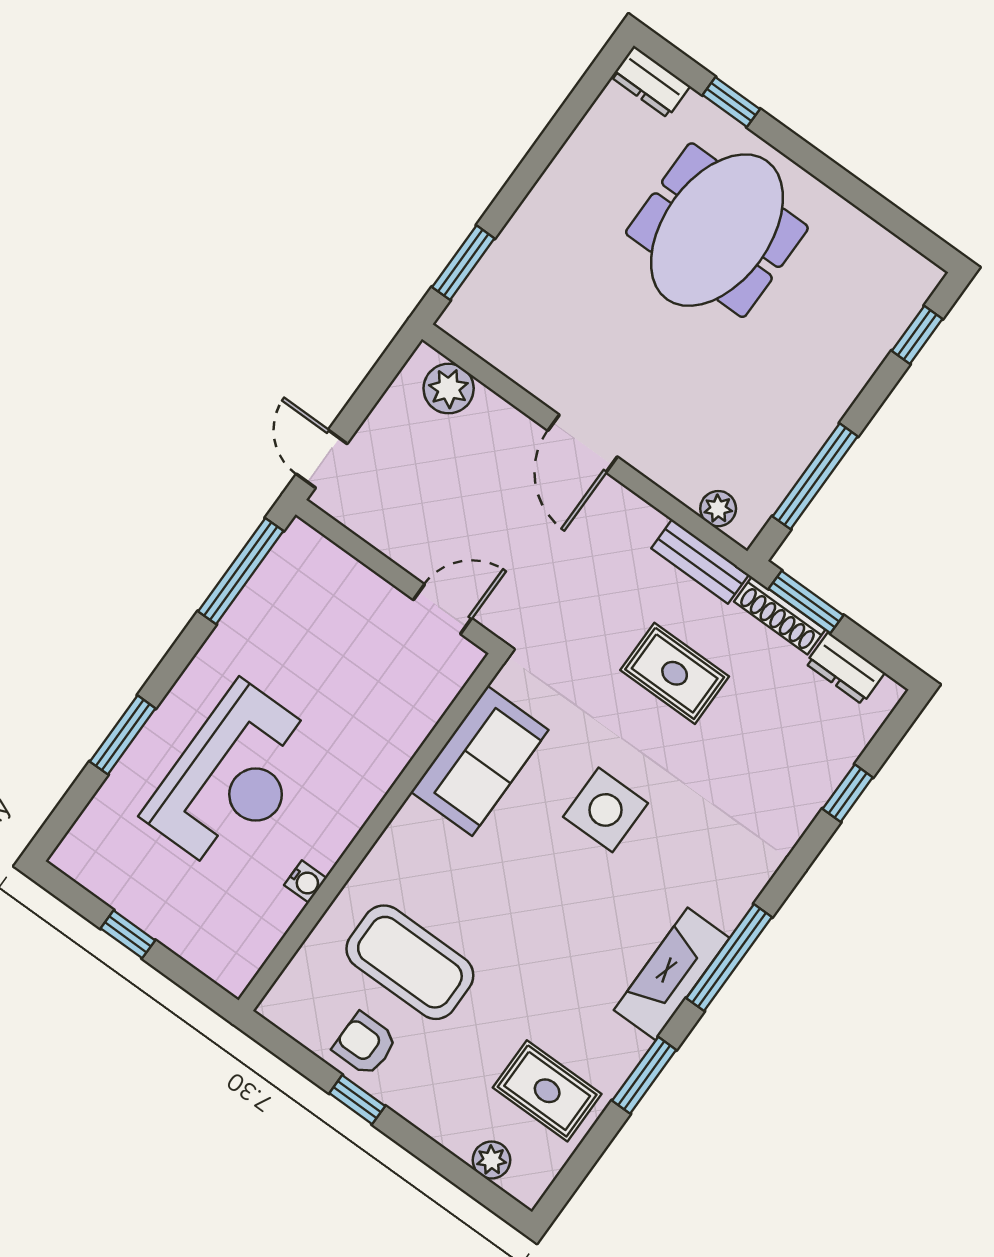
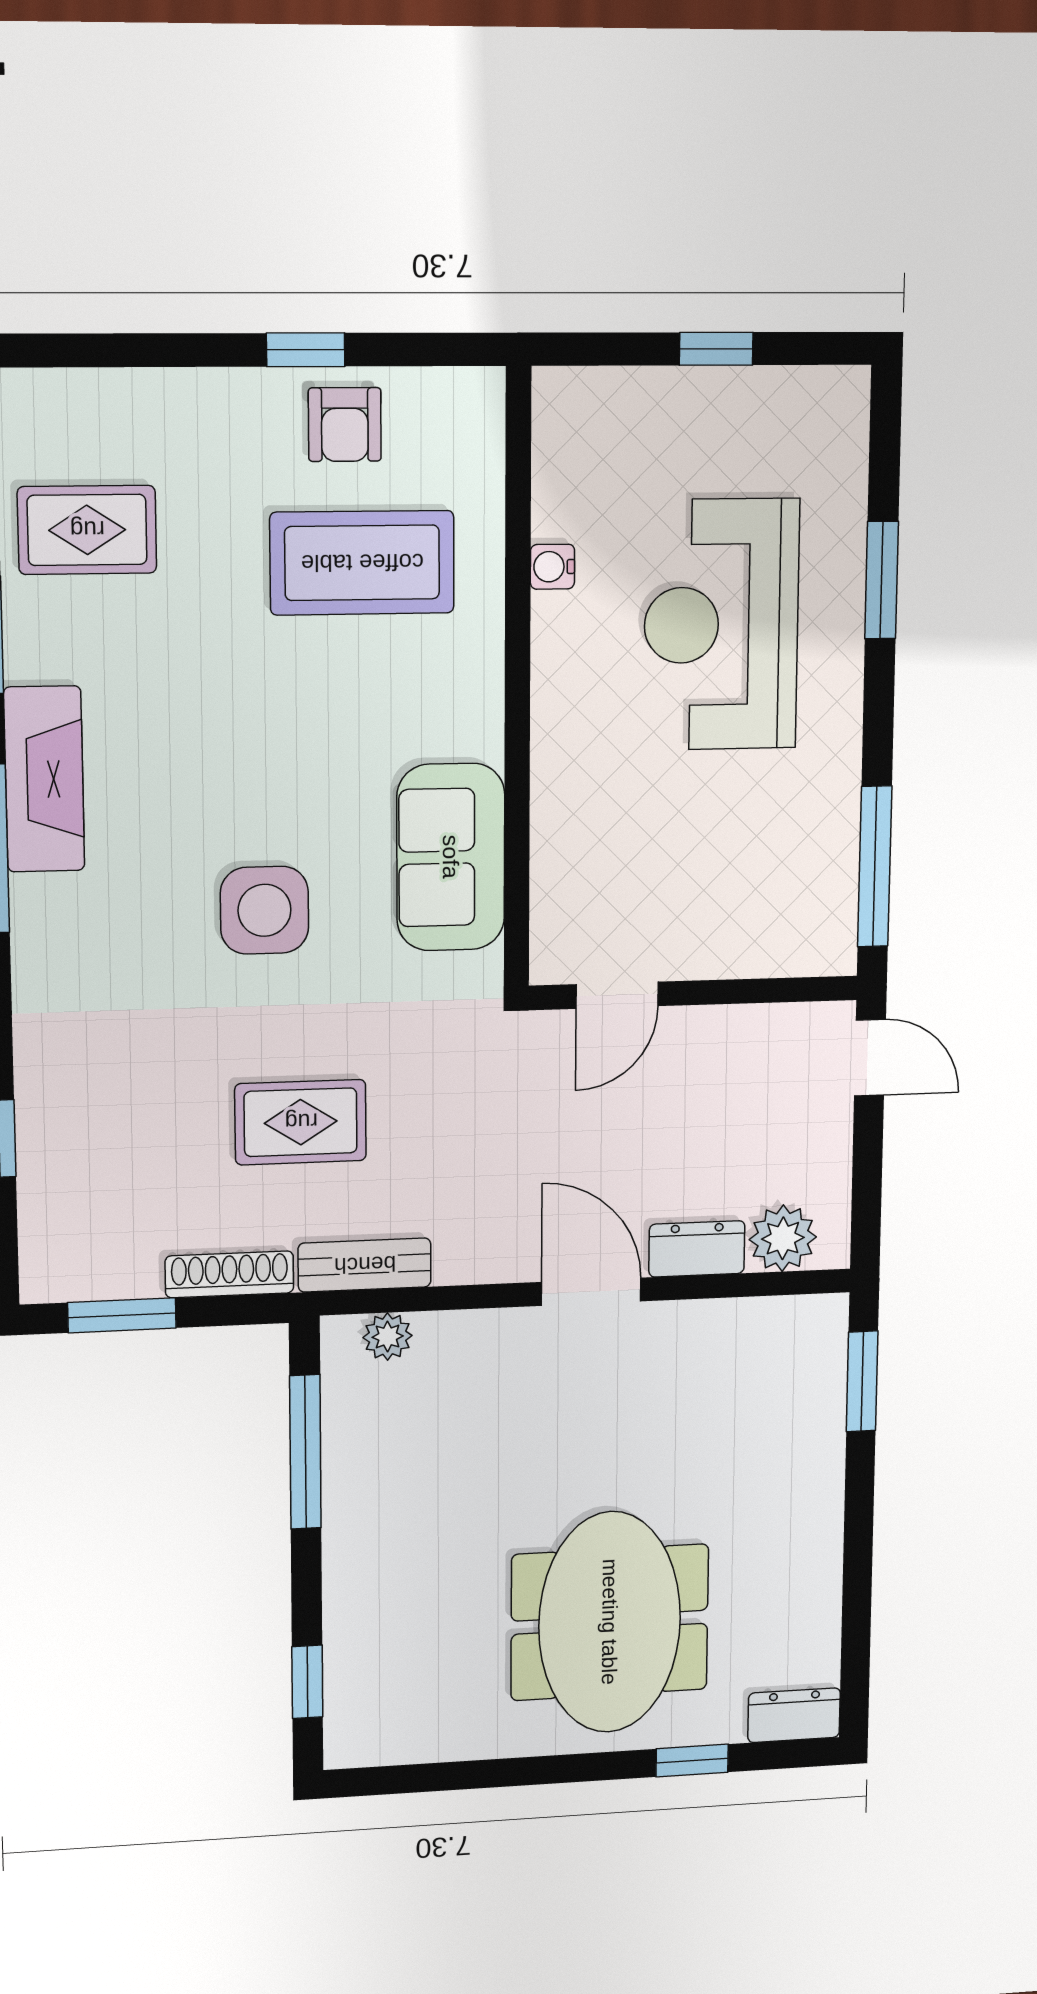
window: (806, 602) -> (122, 1315), moved
dresser: (845, 668) -> (697, 1249), moved
armchair: (365, 1044) -> (345, 425), turned 90
plant: (491, 1160) -> (91, 396), removed

